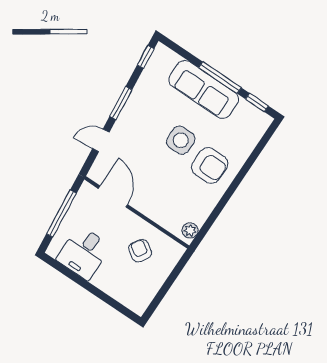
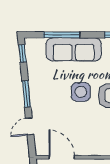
window: (220, 78) -> (62, 35), moved

